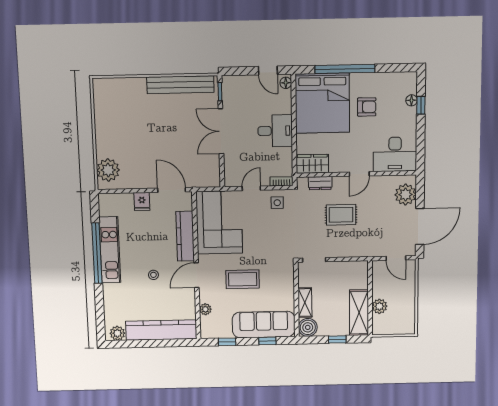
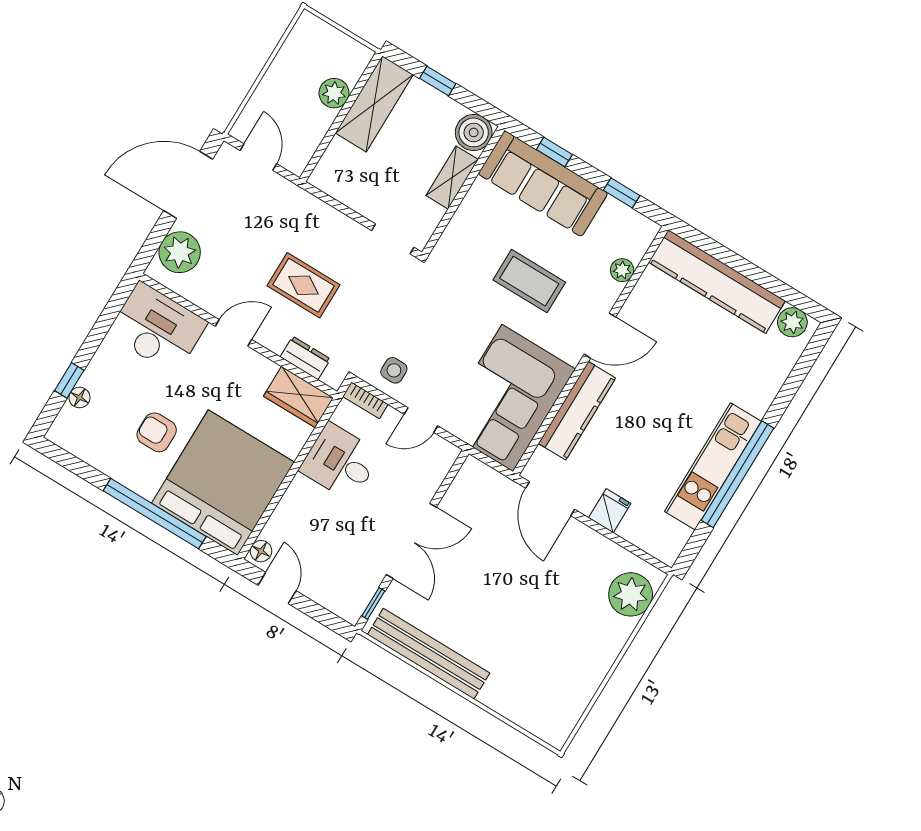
desk: (275, 131) -> (340, 462), moved
stool: (153, 275) -> (669, 381), removed

